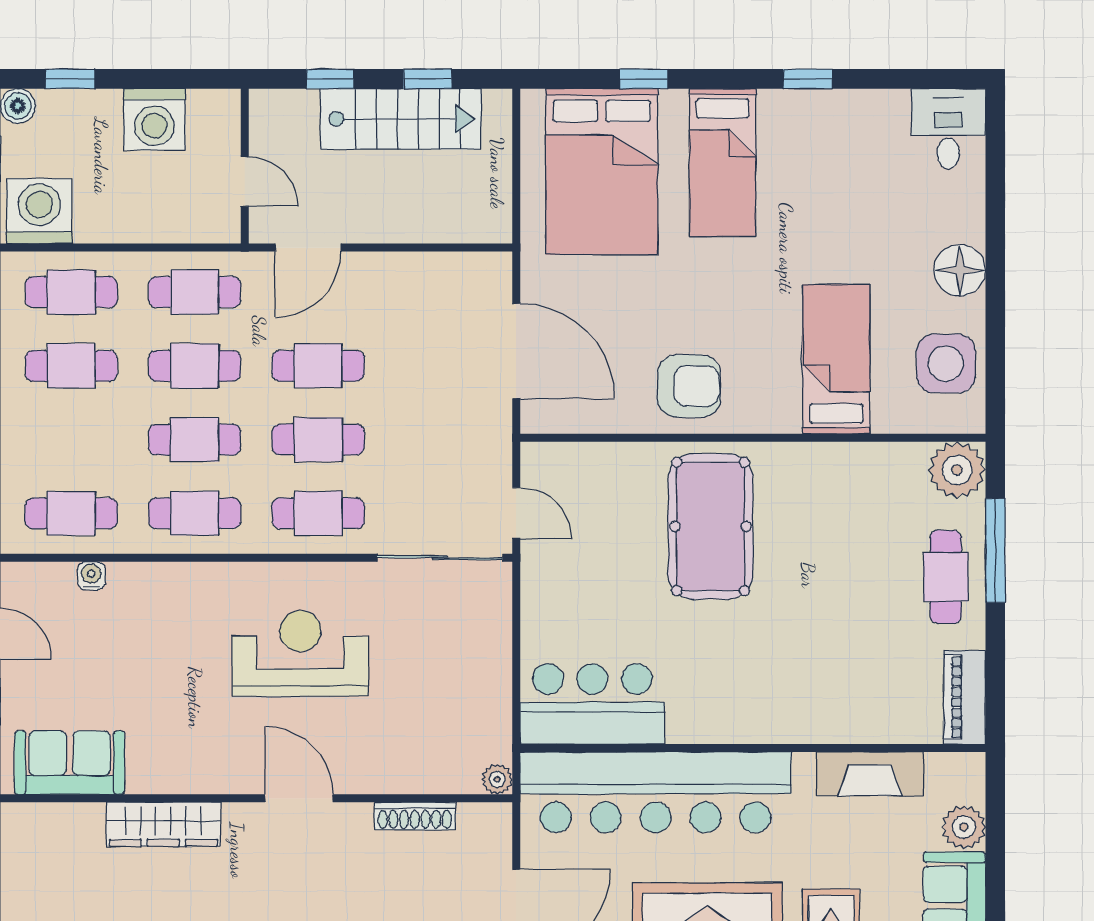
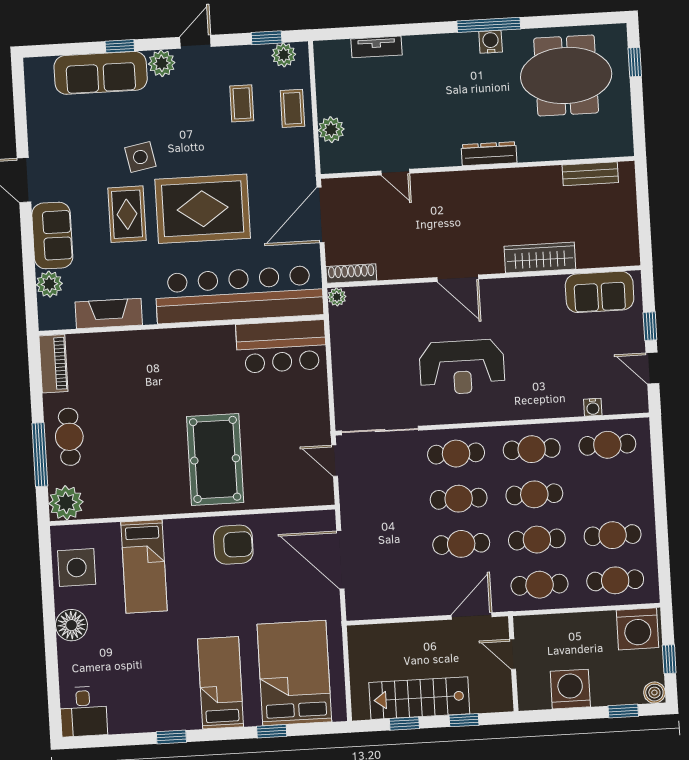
armchair: (689, 386) -> (233, 545), turned 180
shoe rack: (415, 816) -> (351, 273), moved

